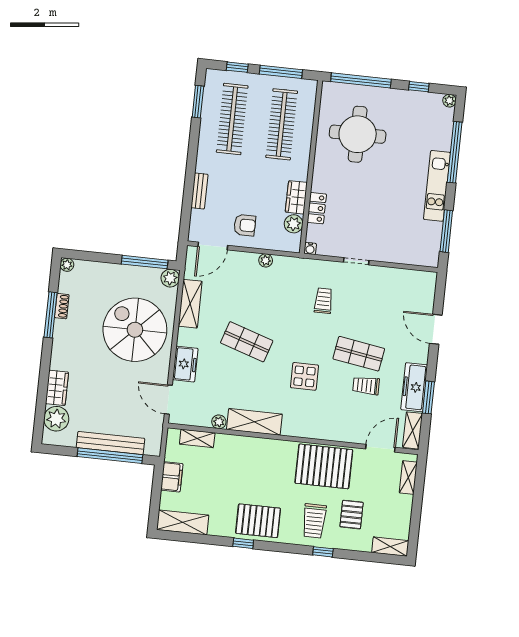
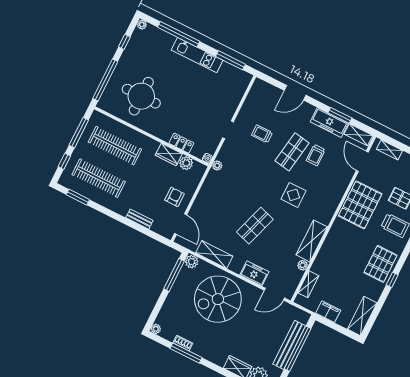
plant: (266, 260) -> (217, 166), moved
trolley: (323, 301) -> (262, 134), moved

